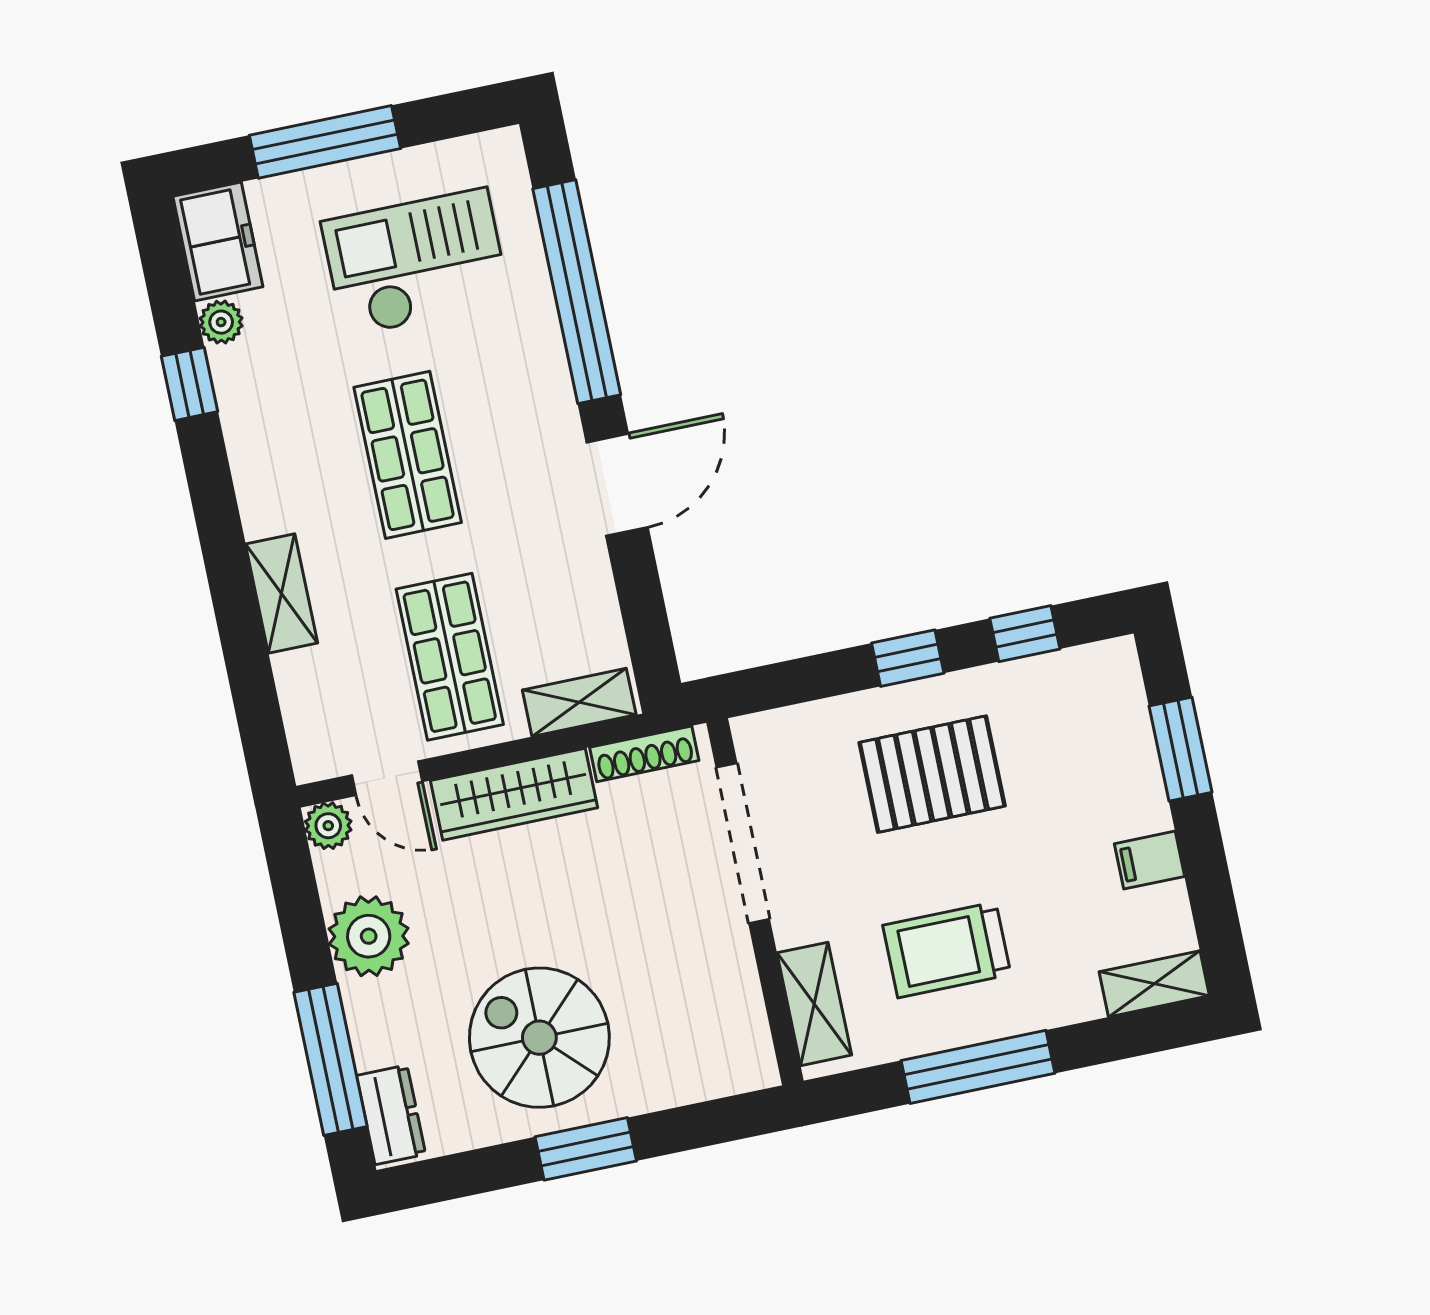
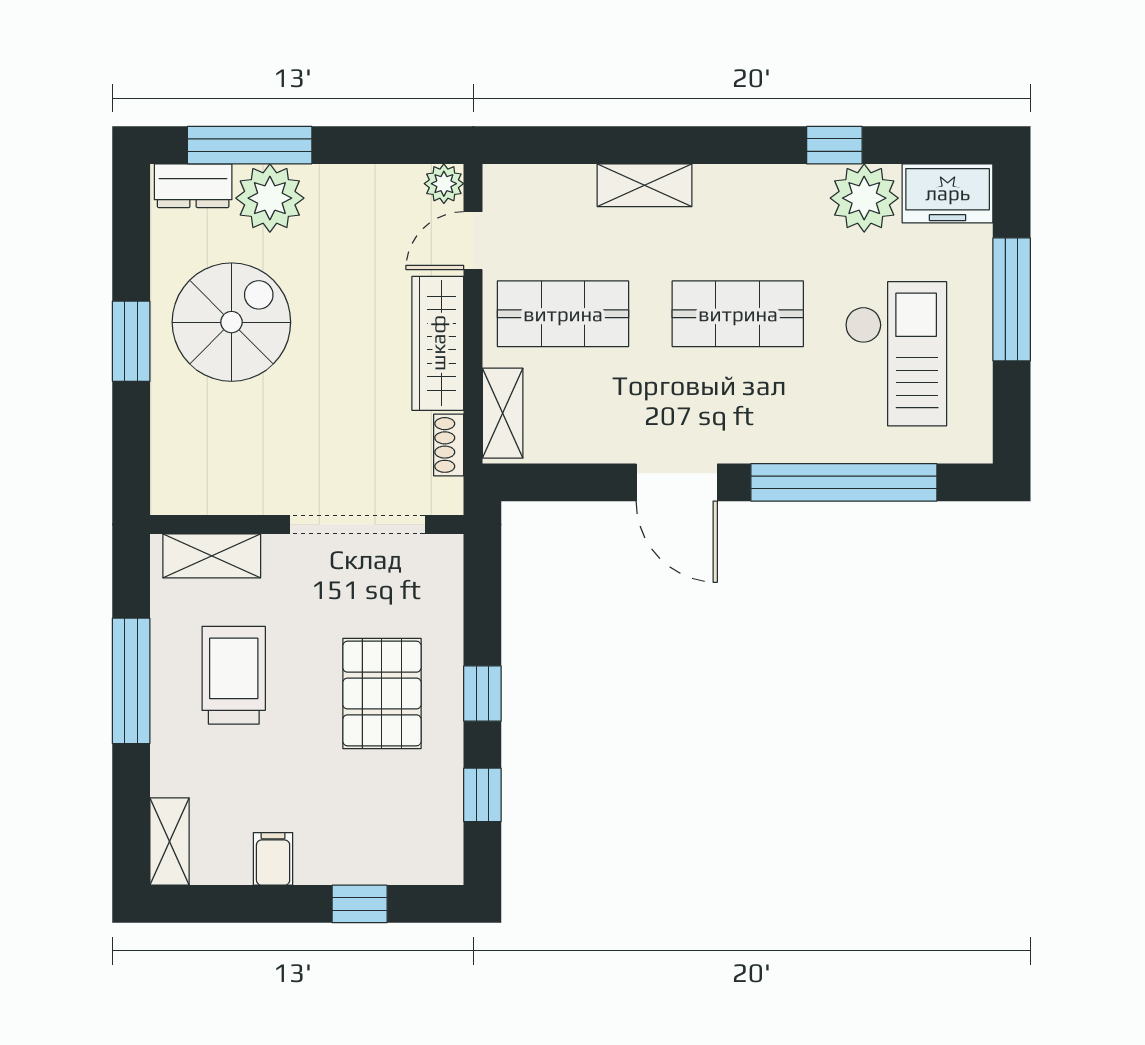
plant: (221, 322) -> (864, 198), width x1.88, depth x1.88
window: (1181, 749) -> (360, 904), width x0.67
shoe rack: (644, 754) -> (449, 445), width x0.70
plant: (369, 936) -> (270, 198), moved

